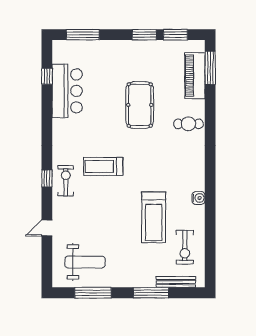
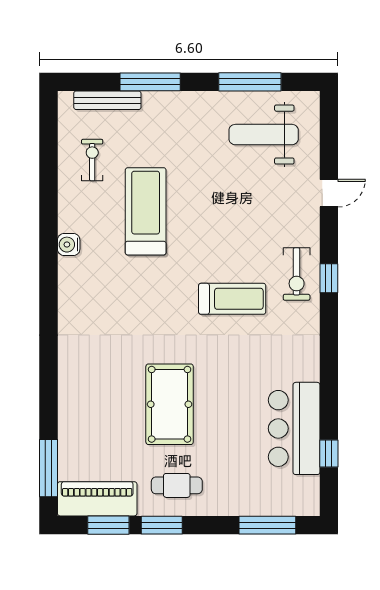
piano: (195, 76) -> (97, 499), moved, turned -90
cafe table: (188, 124) -> (177, 485), moved
exercise bike: (185, 247) -> (92, 160), width x0.73, depth x0.72

